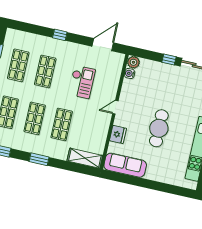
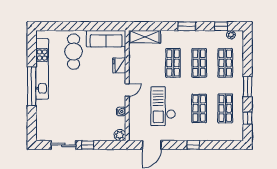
water cooler: (130, 74) -> (121, 112), moved
checkout: (82, 82) -> (163, 106), width x1.36, depth x1.21
cafe table: (159, 128) -> (74, 52), moved

